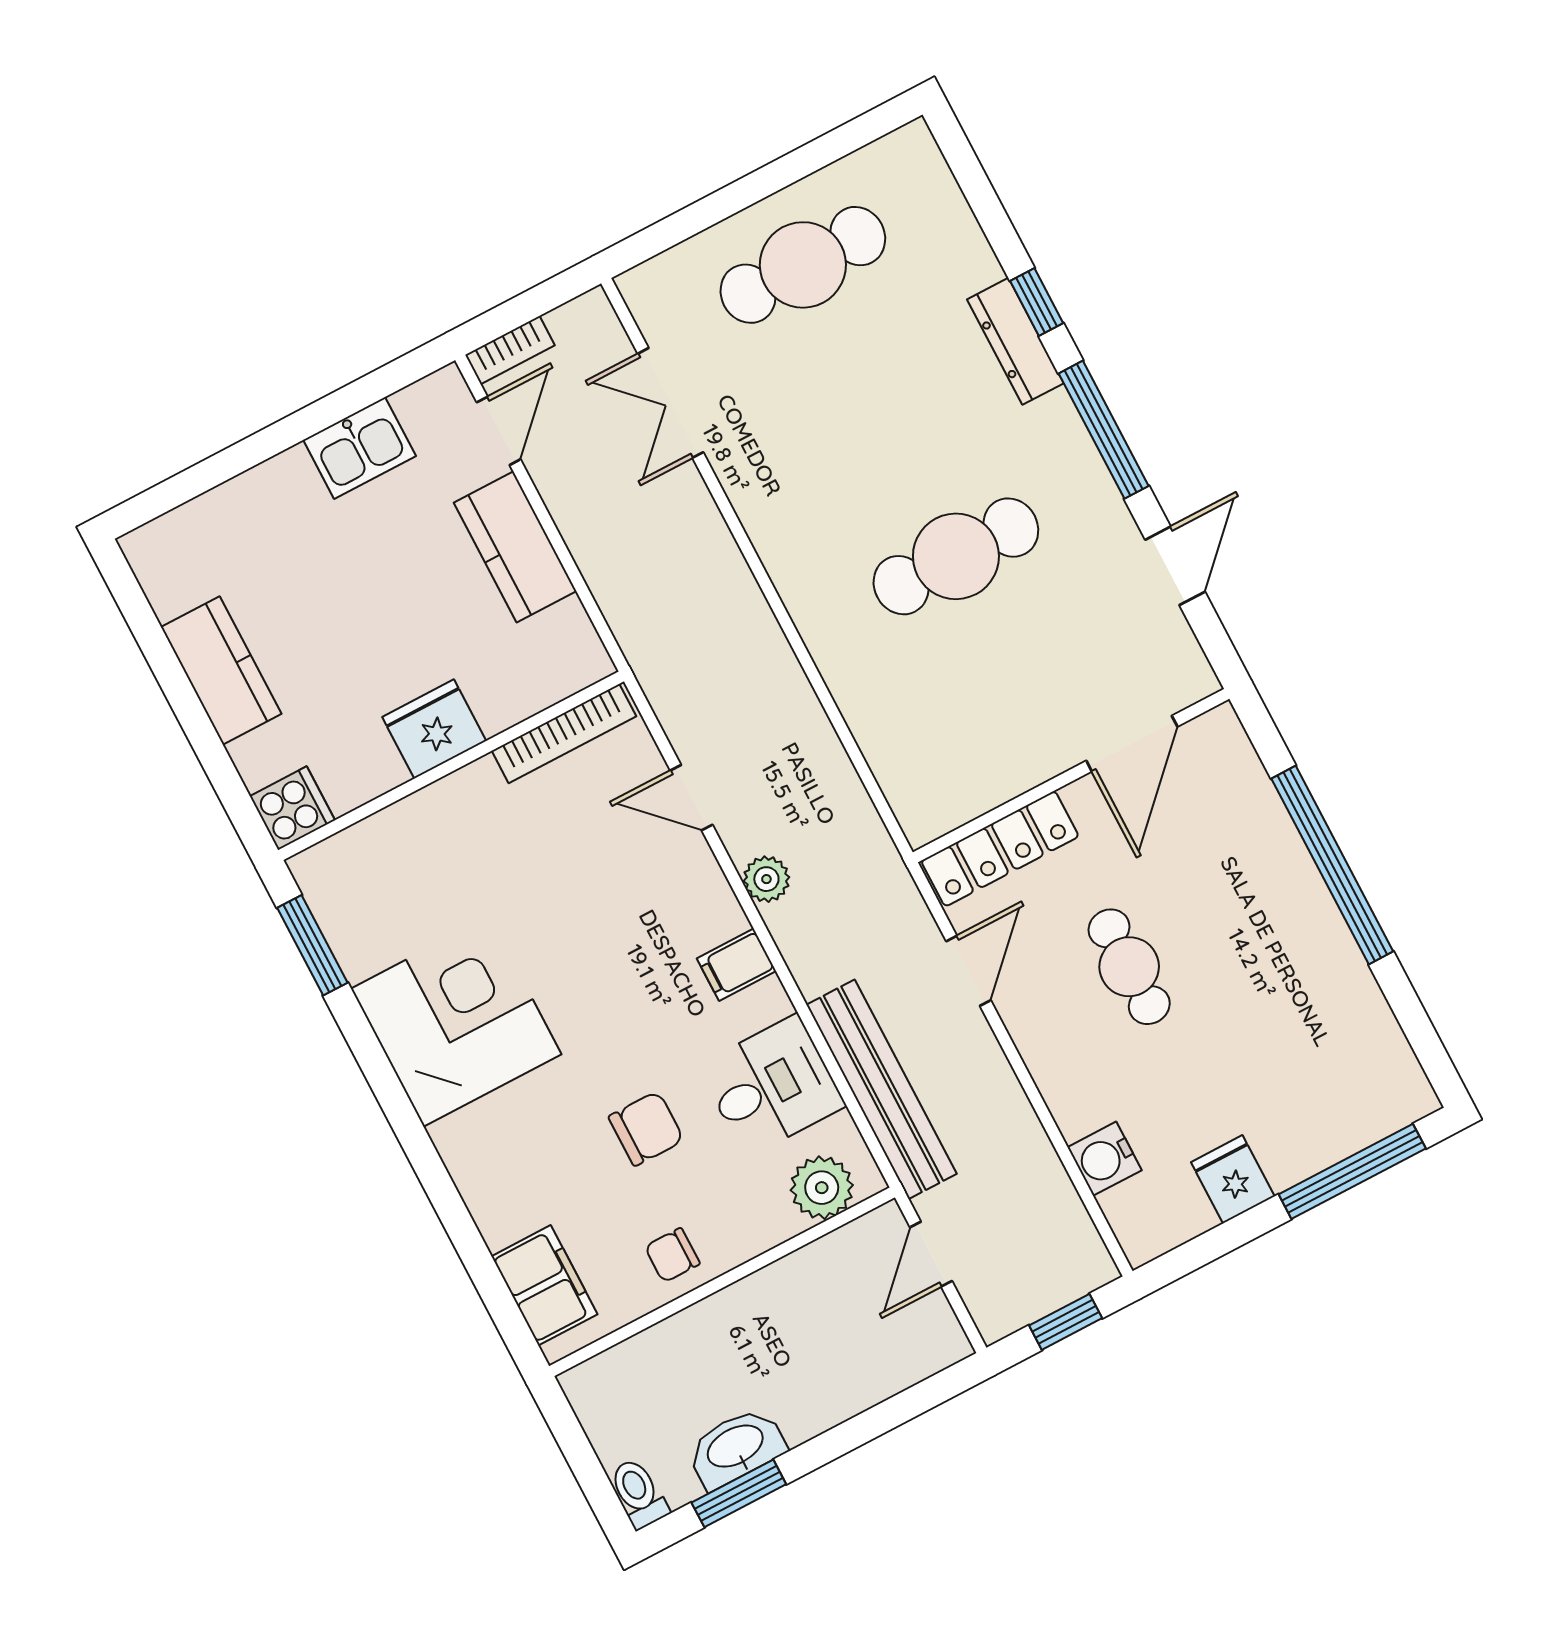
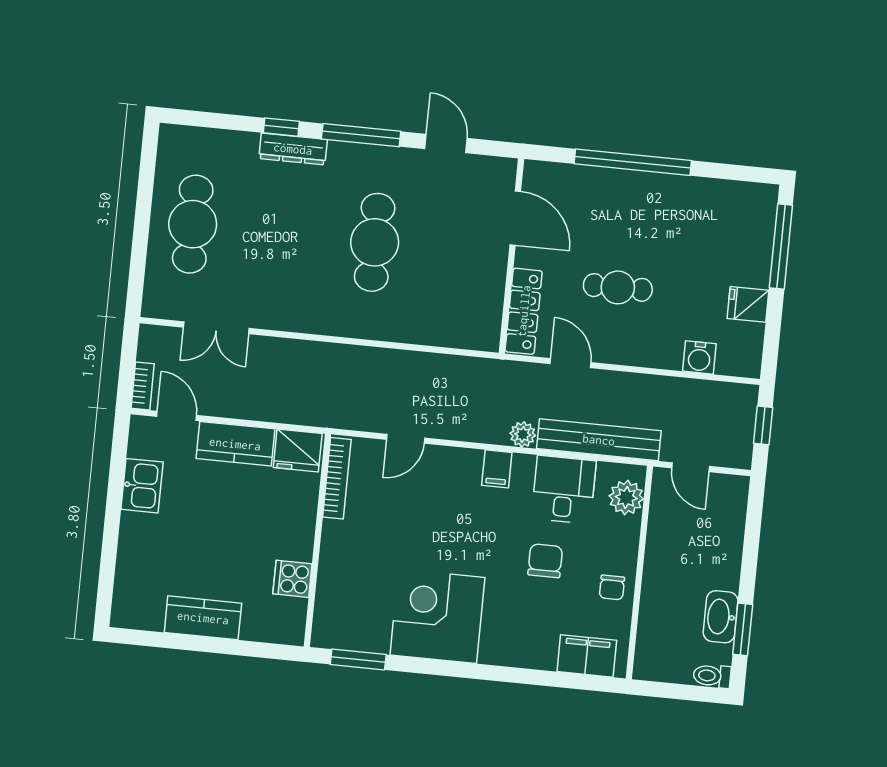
fridge: (434, 729) -> (298, 451), moved, turned -90
cooker: (292, 808) -> (292, 579), moved, turned -90
plant: (766, 879) -> (523, 434), moved

